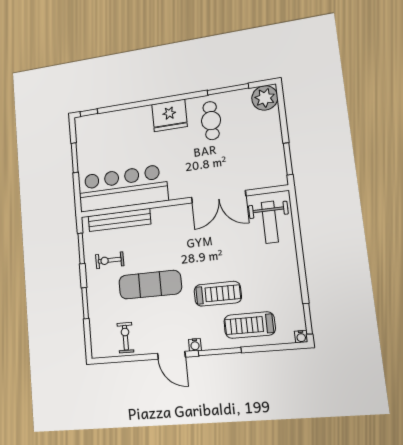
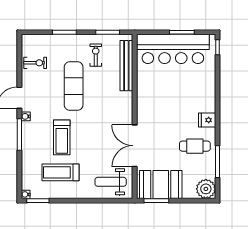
fridge: (169, 115) -> (207, 120), width x0.53, depth x0.75
booth: (266, 156) -> (161, 185), added
bar counter: (123, 188) -> (173, 49), moved, turned 90
treadmill: (250, 325) -> (61, 172), moved, turned -90

